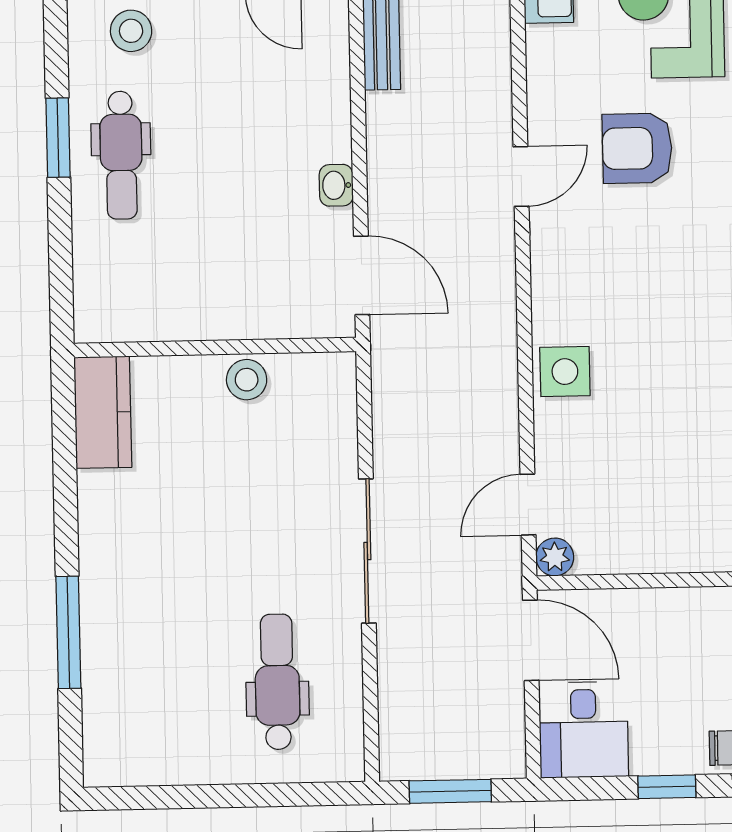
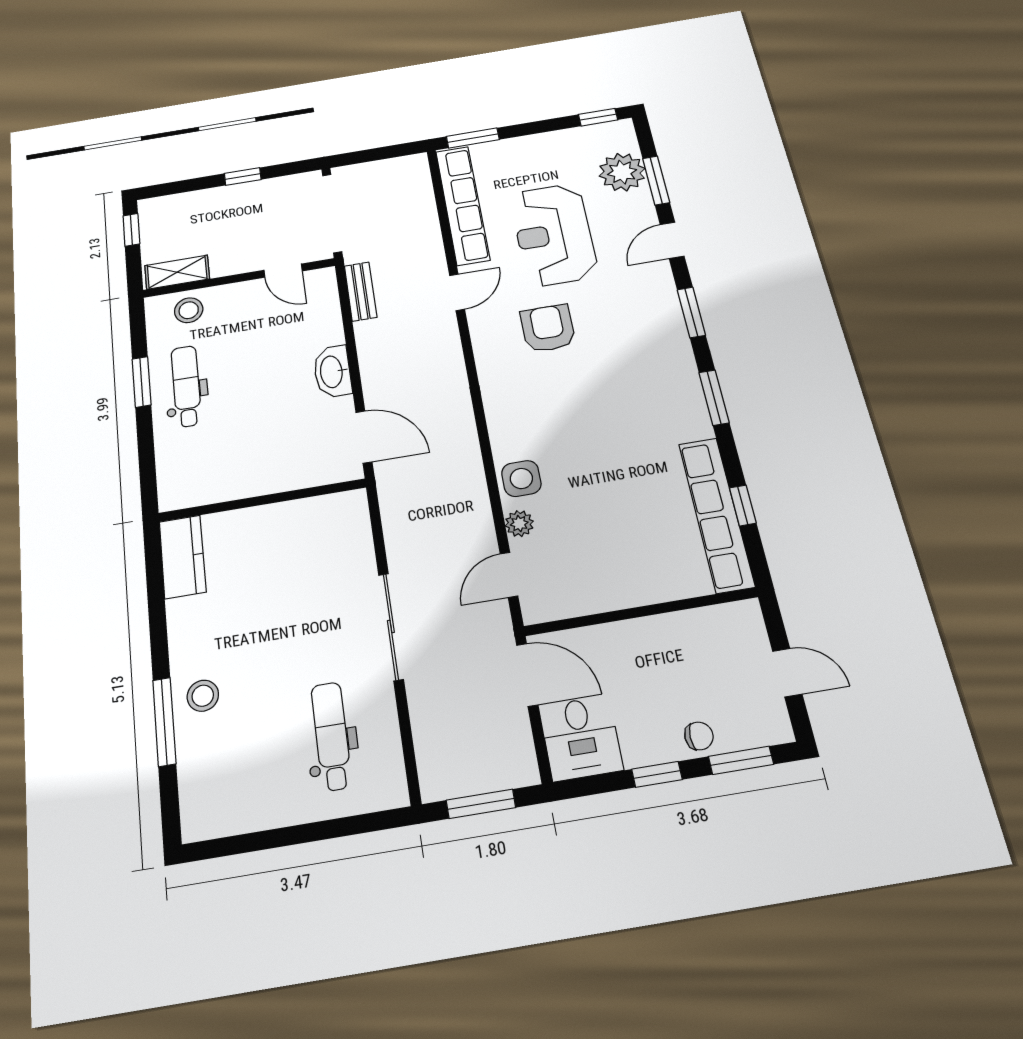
armchair: (637, 148) -> (548, 328), turned 90
dental chair: (121, 155) -> (186, 386), turned 180
door: (521, 177) -> (457, 292), moved
washbasin: (336, 185) -> (332, 372), width x1.91, depth x1.45
stool: (247, 380) -> (203, 696), moved
plant: (555, 557) -> (519, 524), moved

